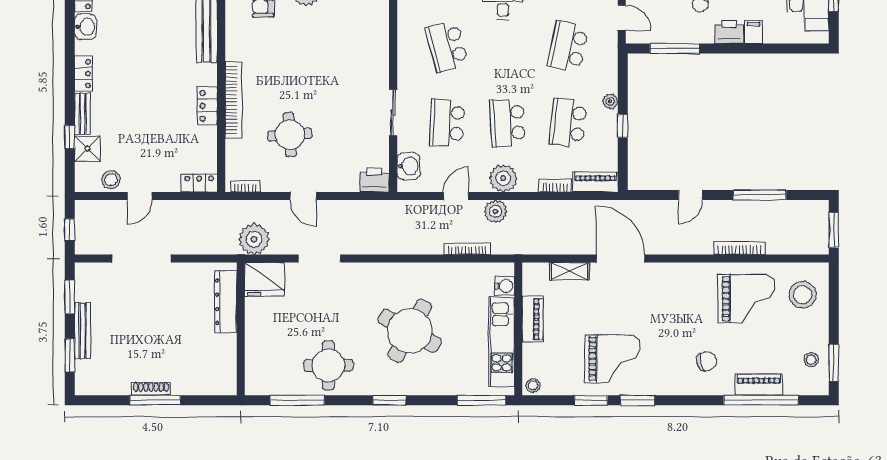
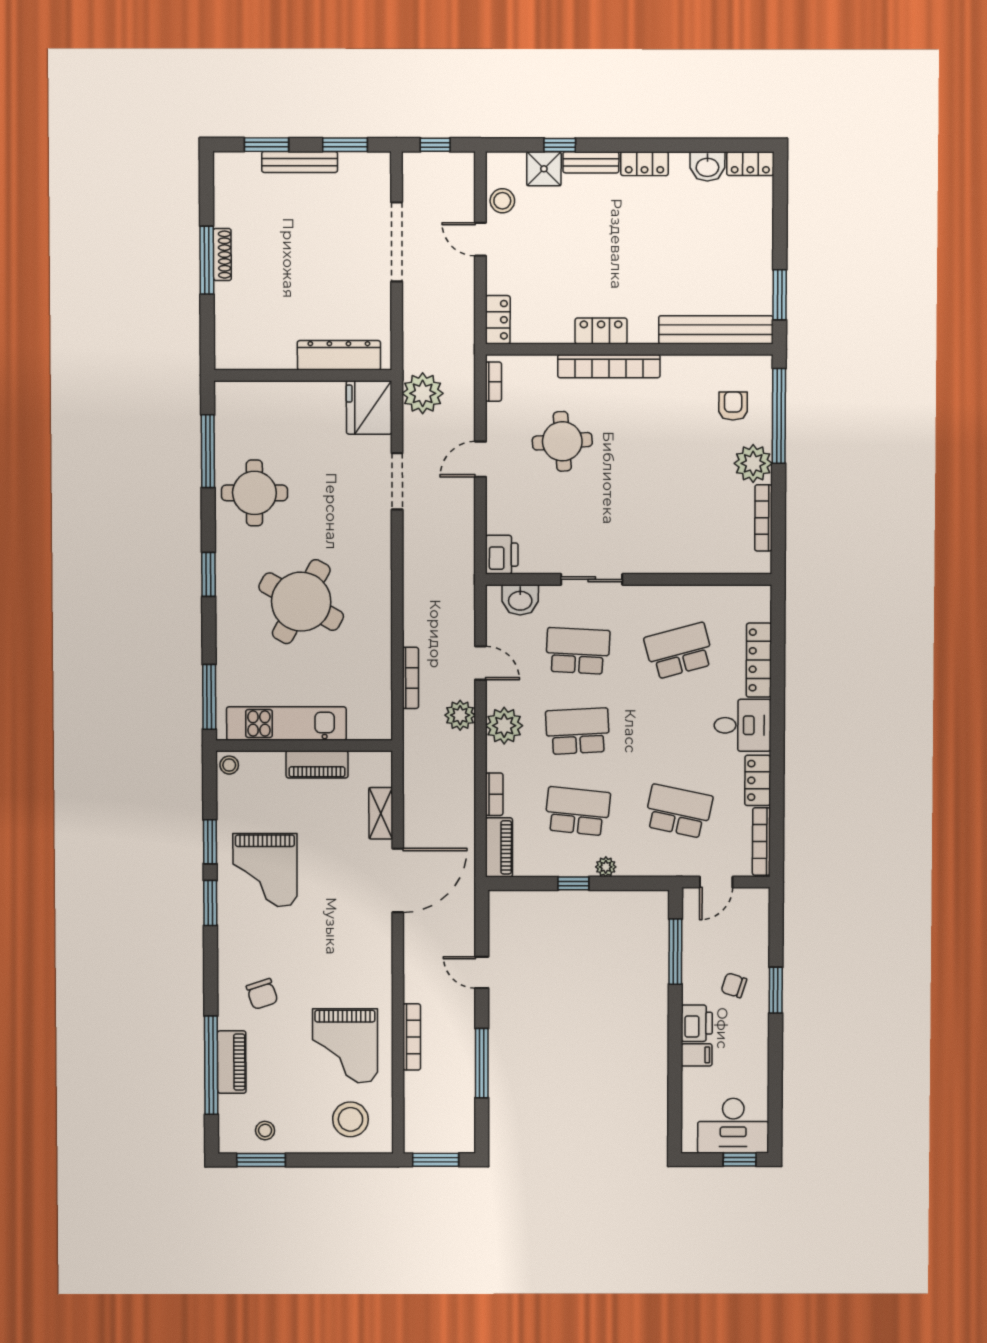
water cooler: (505, 286) -> (361, 728), removed

